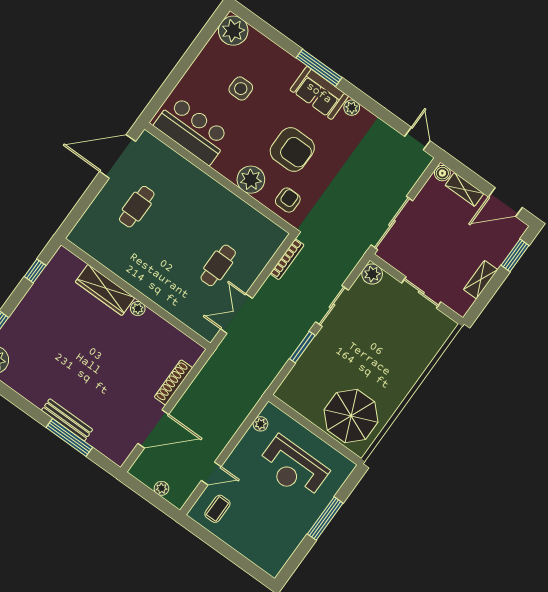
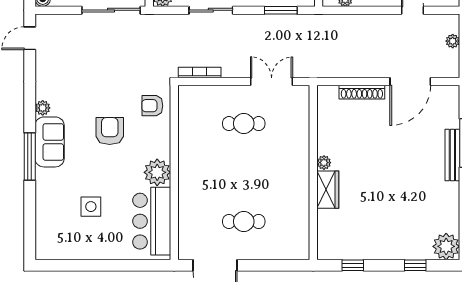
plant: (233, 31) -> (49, 246), removed
armchair: (292, 149) -> (110, 131), width x0.73, depth x0.73
plant: (251, 180) -> (157, 172), moved
wardrobe: (105, 290) -> (328, 190), width x0.67
double door: (236, 314) -> (272, 82), swing flipped
window: (302, 347) -> (281, 10), moved
door: (153, 429) -> (410, 82), swing flipped

